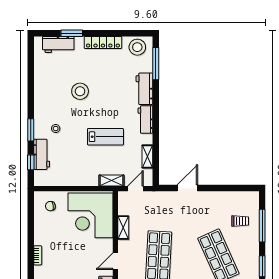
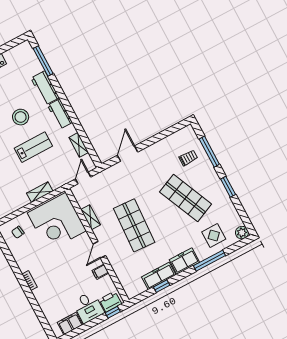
stool: (137, 47) -> (21, 117), moved
shelving: (112, 180) -> (40, 192), moved

